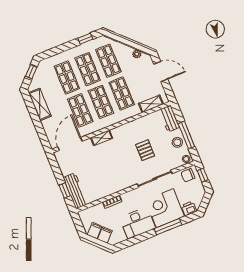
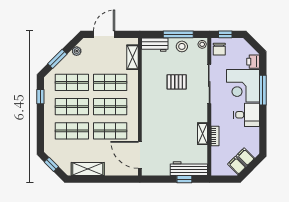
window: (123, 40) -> (57, 59), added
shelving: (102, 138) -> (203, 134), moved
desk: (138, 223) -> (247, 115), width x0.73

